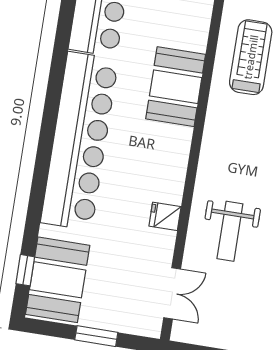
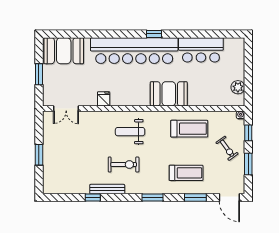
weight bench: (230, 231) -> (130, 132), moved
window: (25, 270) -> (154, 34), moved

